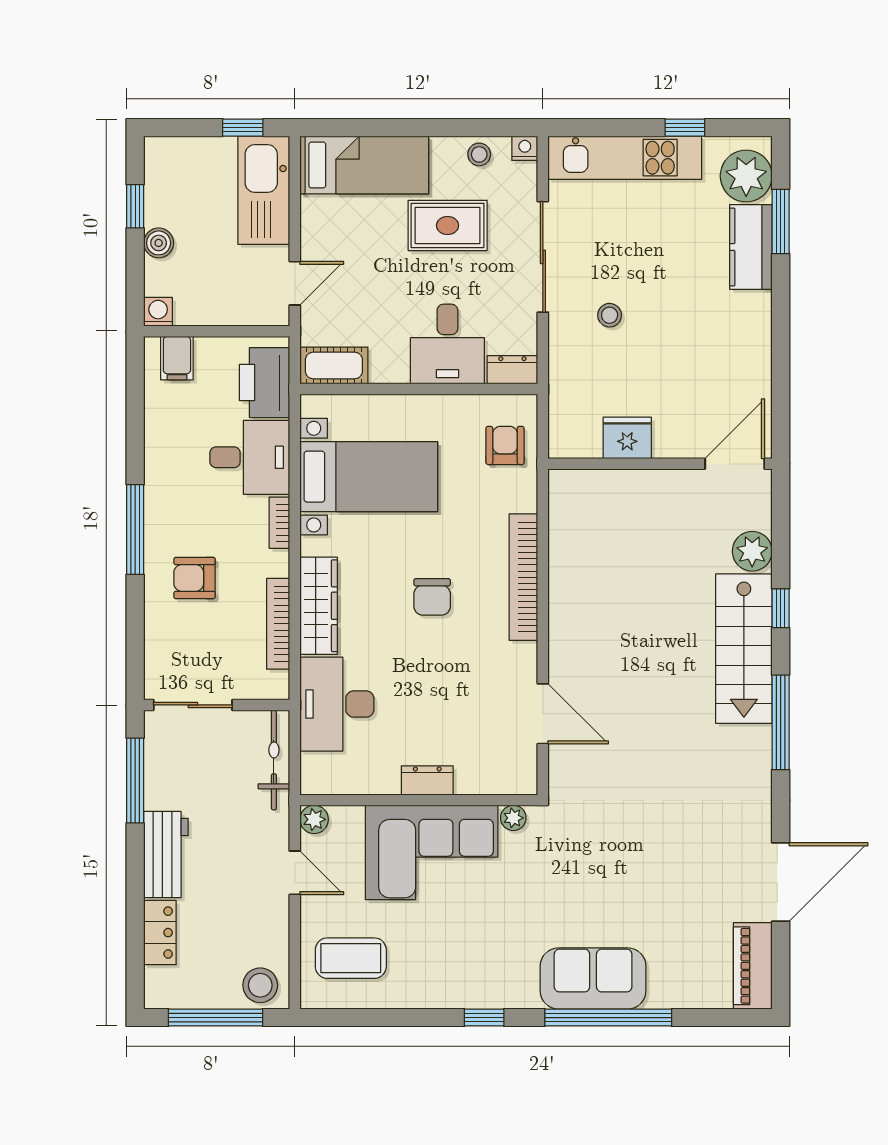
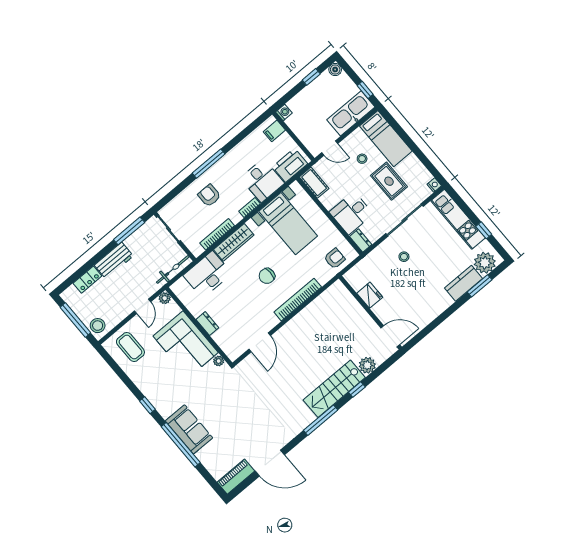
stool: (479, 154) -> (362, 159), moved
boiler: (159, 243) -> (335, 70), moved

